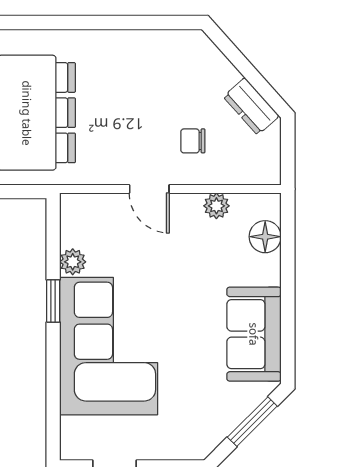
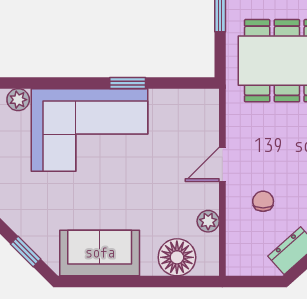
floor lamp: (265, 237) -> (177, 257), width x1.38, depth x1.38
plant: (73, 262) -> (18, 100), moved
window: (252, 422) -> (26, 252), width x0.67

